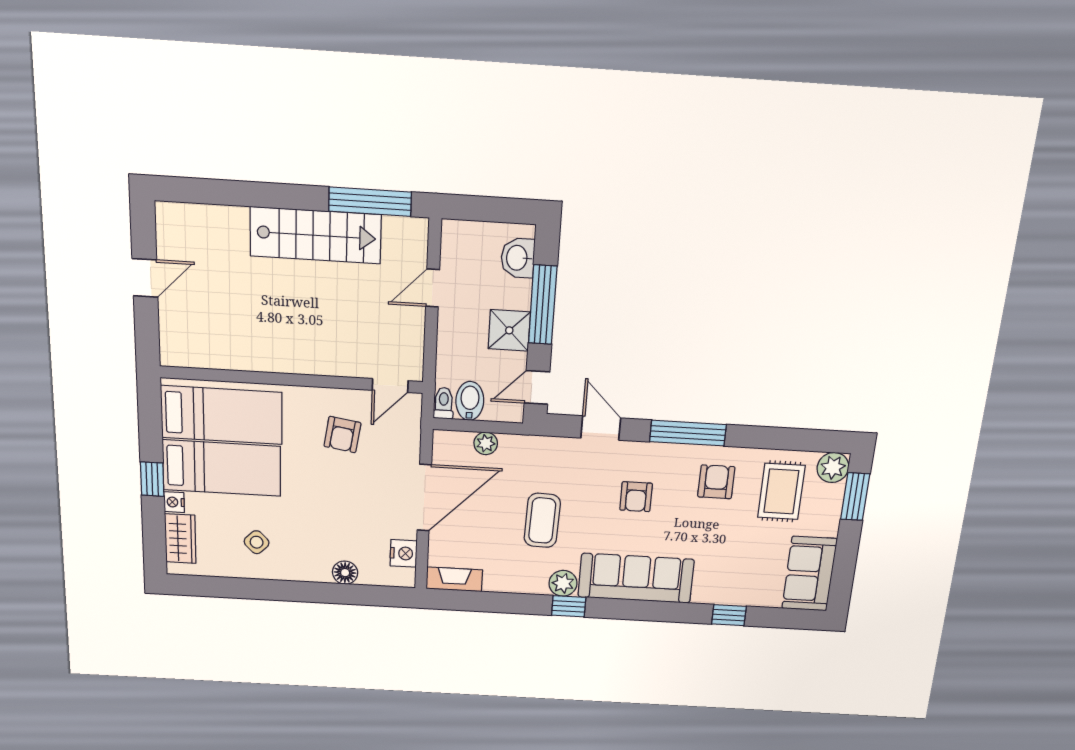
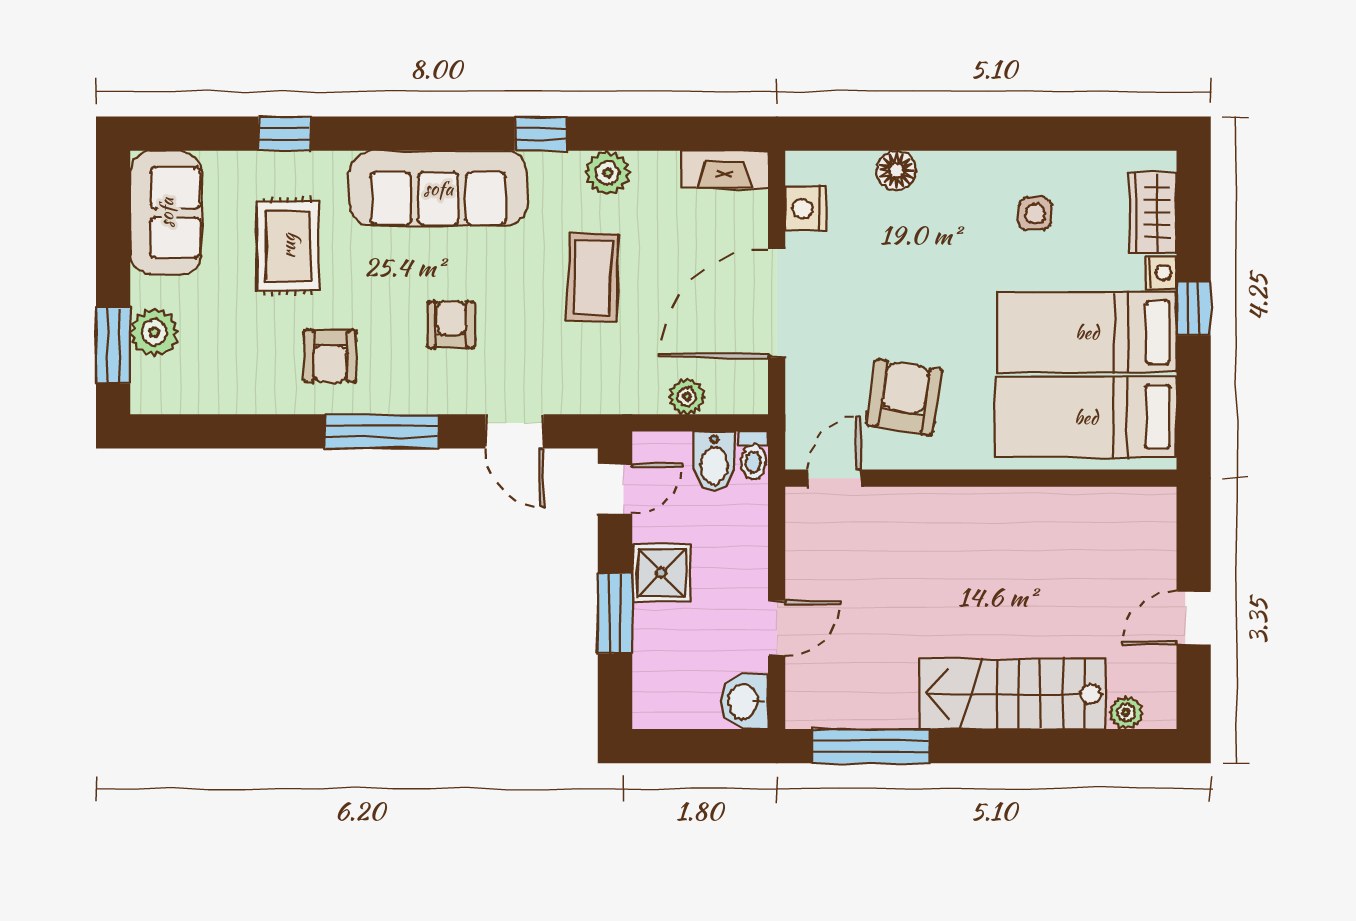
plant: (190, 214) -> (1126, 713), added
stairs: (316, 235) -> (1013, 694), moved
washbasin: (518, 258) -> (745, 701), moved, turned 180
window: (543, 305) -> (615, 614), width x0.69
armchair: (342, 435) -> (904, 397), width x1.38, depth x1.38
plant: (833, 468) -> (154, 332), moved
rug: (781, 491) -> (288, 246), moved
side table: (257, 542) -> (1035, 214), turned 45
plant: (563, 583) -> (607, 173), moved

